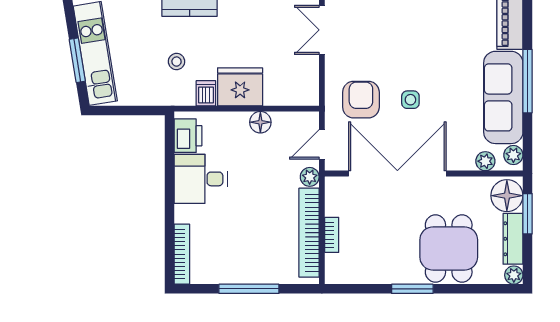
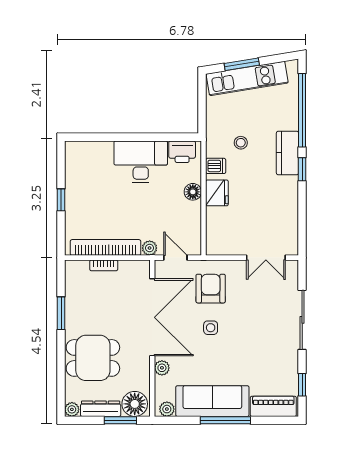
double door: (322, 30) -> (266, 258), swing flipped
fridge: (240, 87) -> (217, 193), width x0.73, depth x0.75
armchair: (361, 100) -> (211, 289), turned -90
floor lamp: (260, 122) -> (193, 192), moved
plant: (485, 161) -> (162, 368), moved
desk: (201, 179) -> (141, 162), width x1.37
bookcase: (182, 254) -> (88, 147), removed
window: (249, 289) -> (61, 200), width x0.46
window: (412, 289) -> (61, 313), moved

